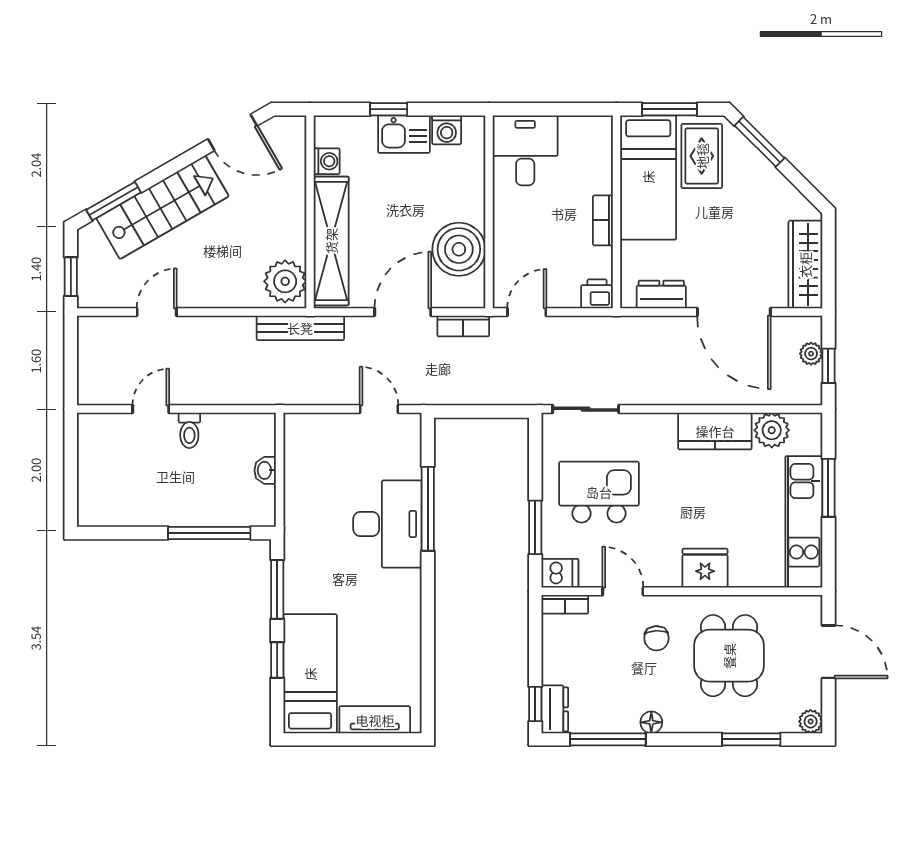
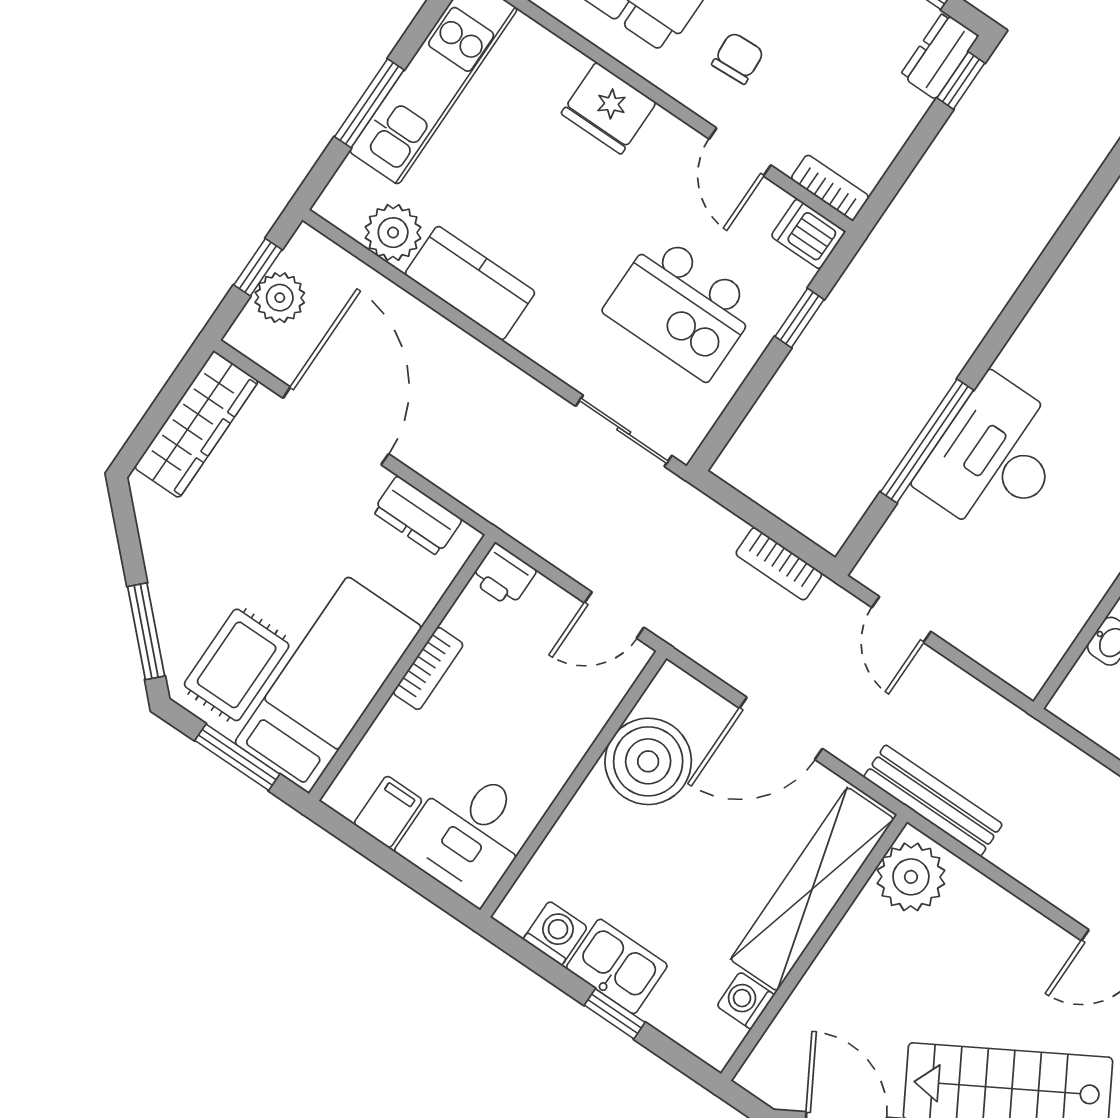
filing cabinet: (574, 134) -> (388, 812), added
bookcase: (463, 326) -> (779, 564), moved, turned 180
plant: (811, 354) -> (280, 298), width x1.38, depth x1.38
window: (535, 527) -> (799, 318), width x0.67

